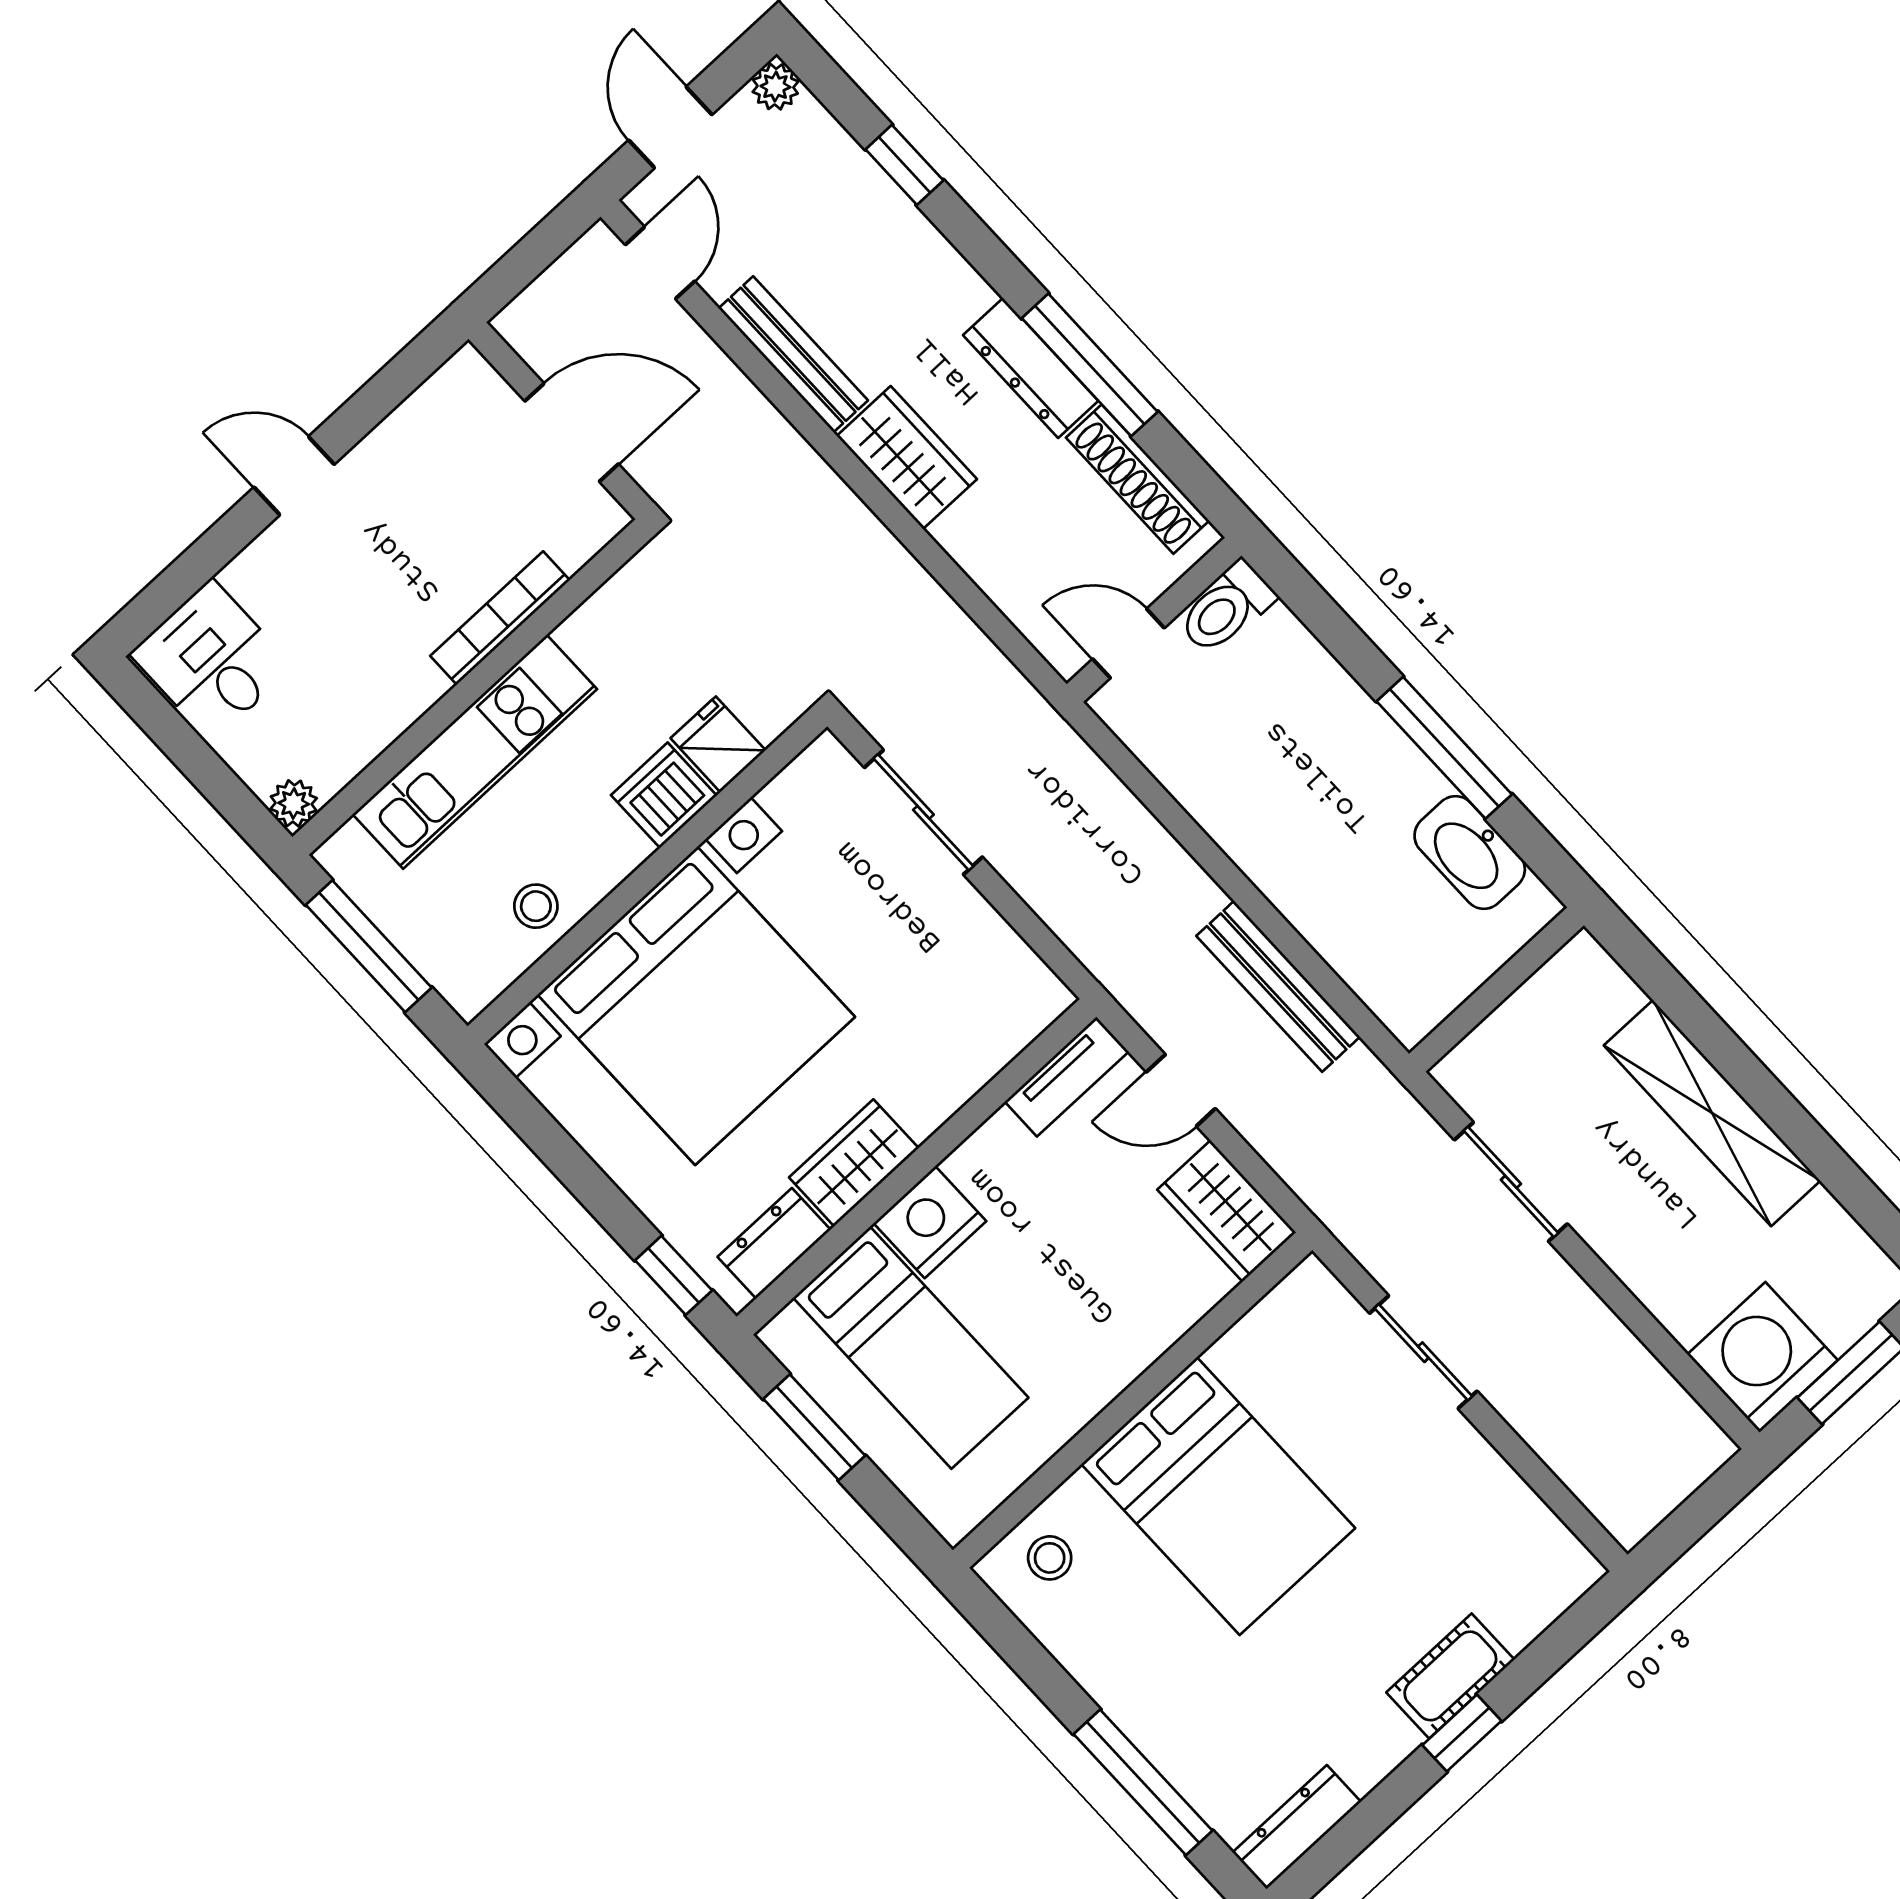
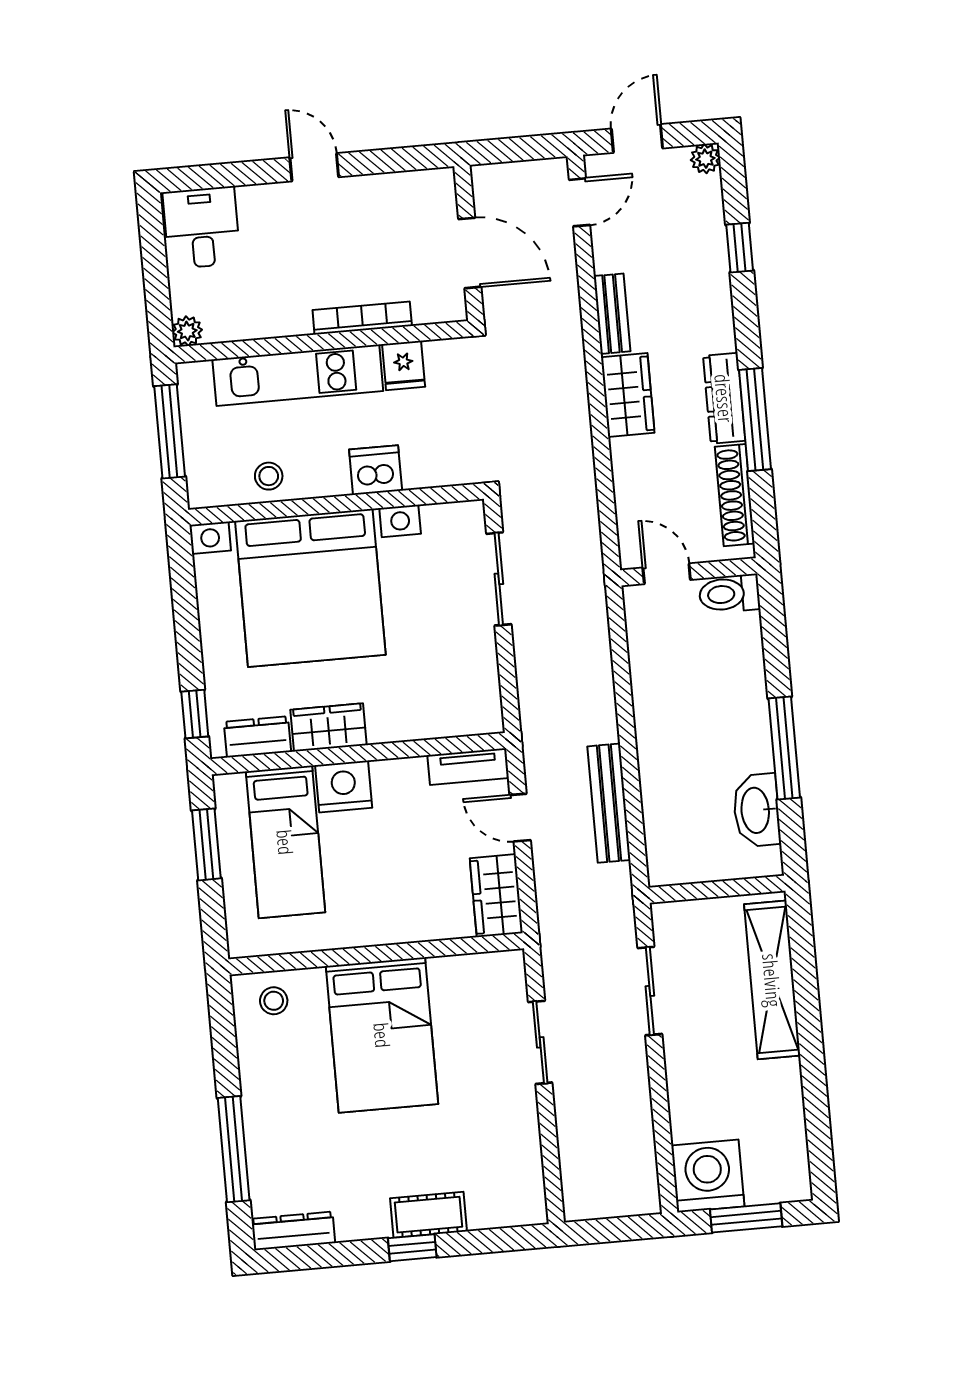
bench: (793, 354) -> (612, 314), width x0.73
fridge: (718, 744) -> (404, 365), moved, turned 180
shelving: (1712, 1113) -> (772, 980), moved

